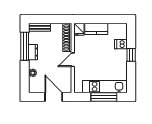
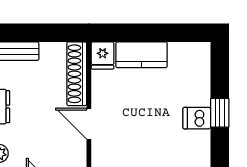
dishwasher: (121, 44) -> (197, 118), moved
door: (73, 60) -> (89, 124), hinge flipped

